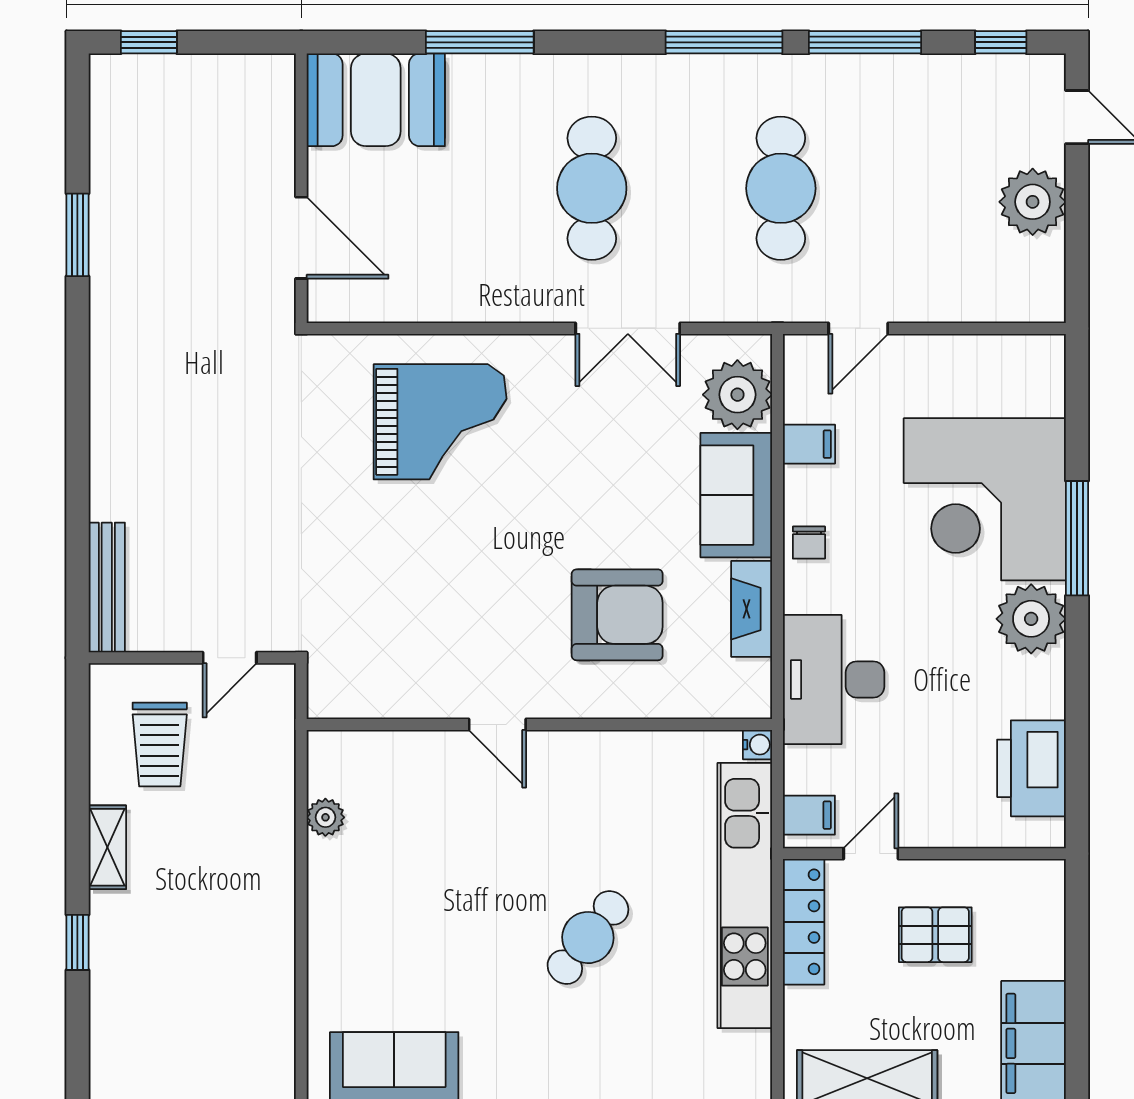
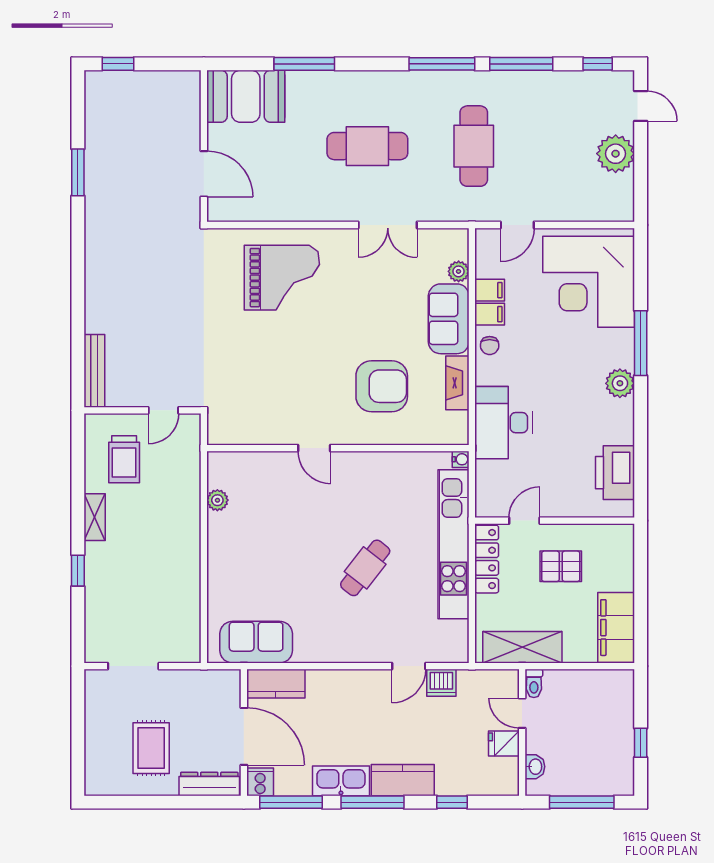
cafe table: (592, 188) -> (367, 146), turned 90
plant: (737, 395) -> (459, 271), width x0.53, depth x0.53
corner desk: (985, 499) -> (589, 282), moved
plant: (1031, 619) -> (620, 383), width x0.73, depth x0.73
filing cabinet: (809, 815) -> (490, 314), moved

